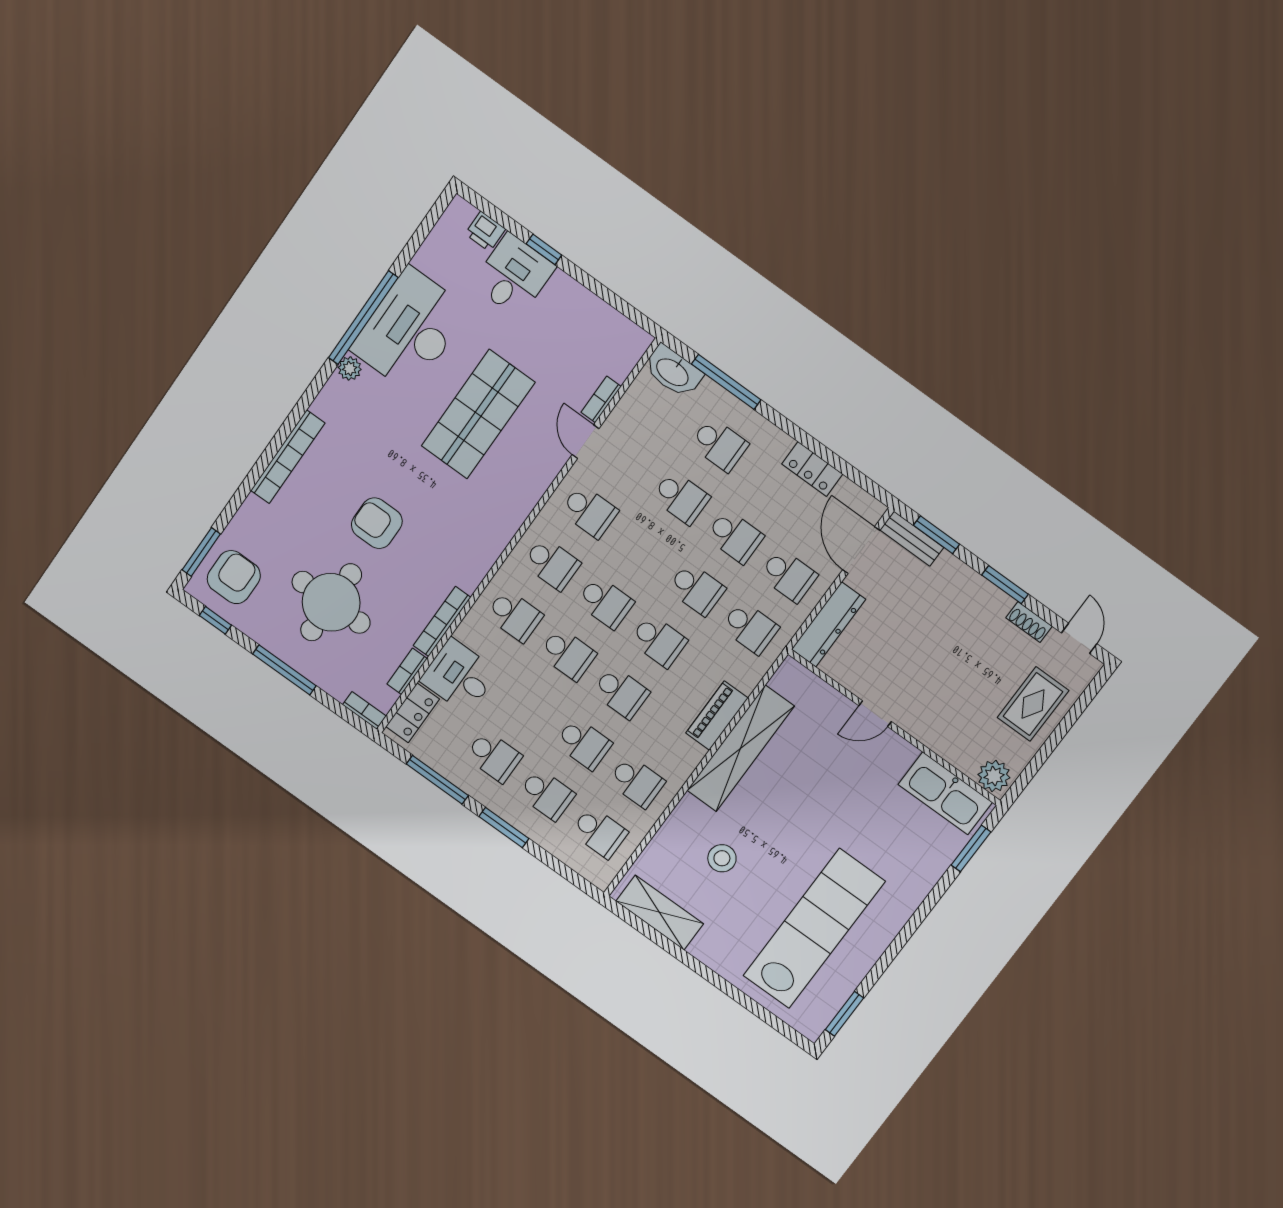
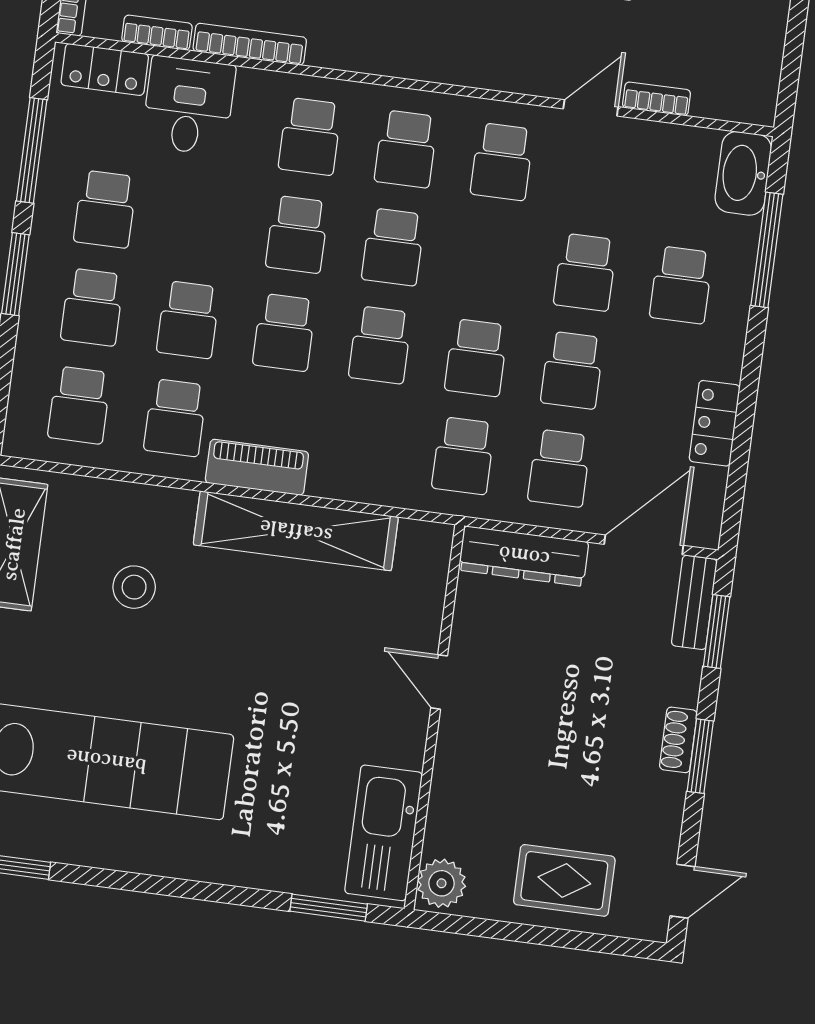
shoe rack: (1029, 622) -> (678, 740), moved
piano: (717, 716) -> (257, 467), moved

